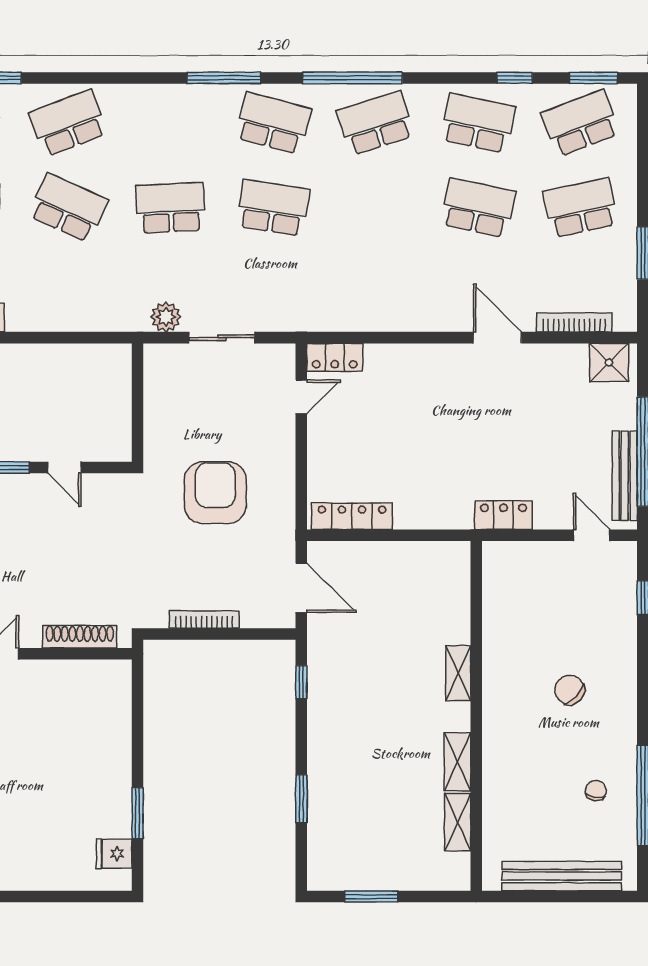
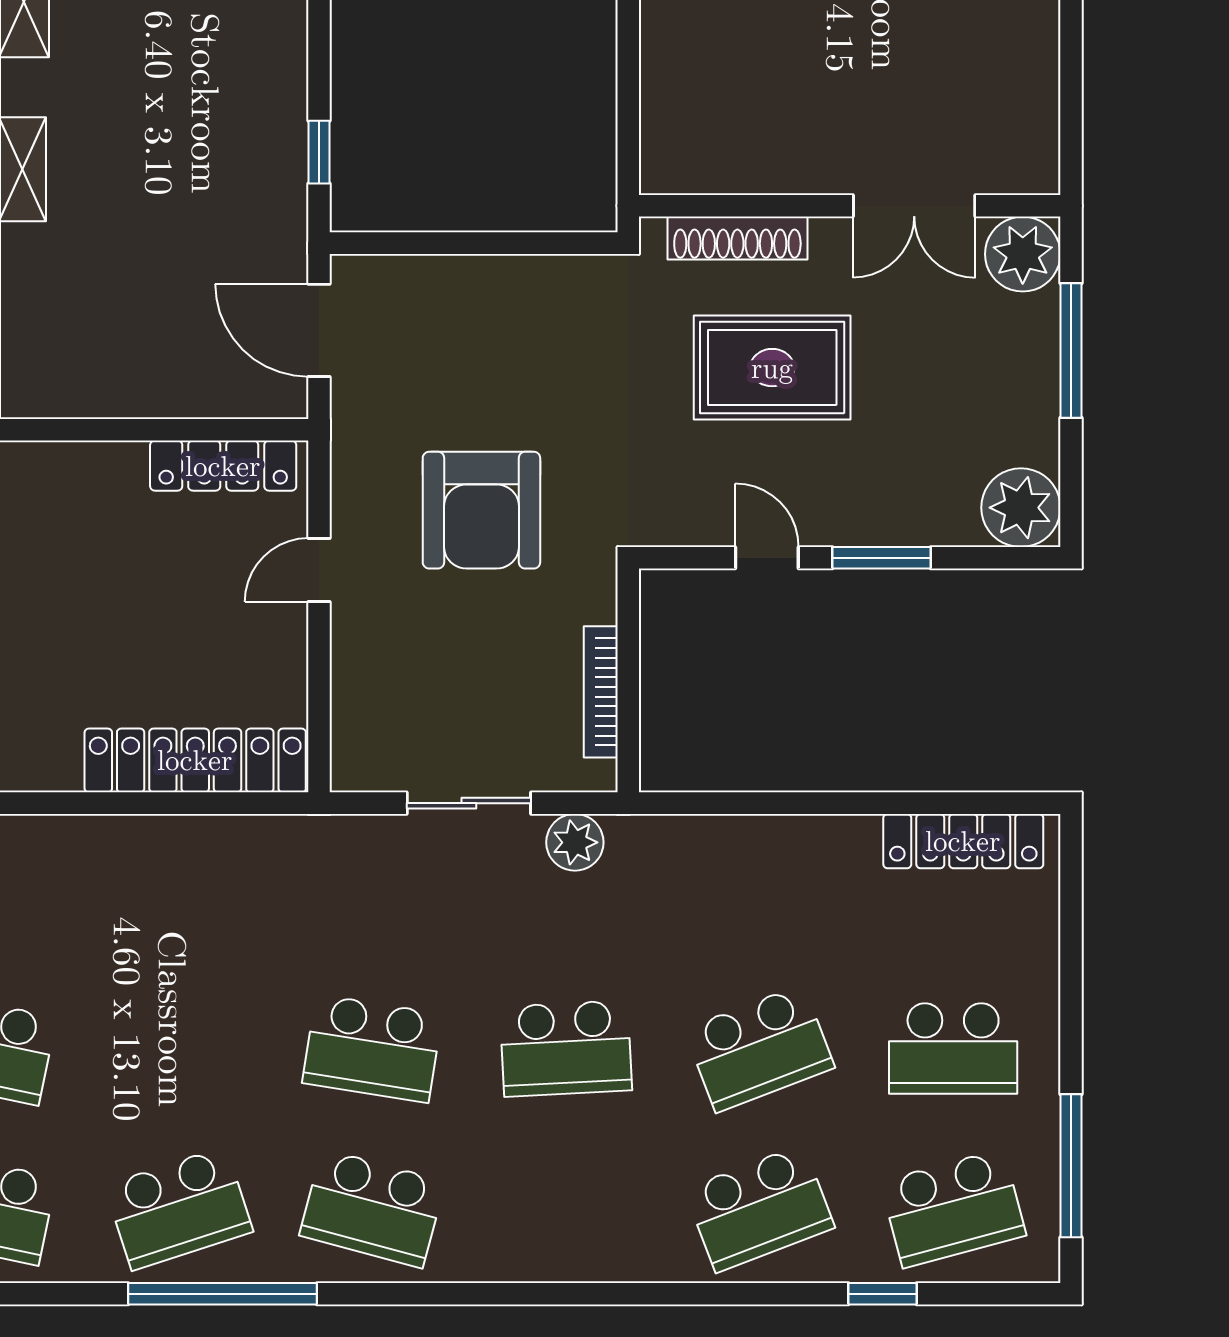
window: (224, 78) -> (465, 1294), removed
school desk: (68, 208) -> (759, 1048), turned -45
locker: (335, 357) -> (195, 760), width x2.16, depth x1.21
door: (301, 397) -> (319, 570), moved
rug: (61, 568) -> (772, 368), added
bookcase: (204, 619) -> (601, 692), moved, turned 90

